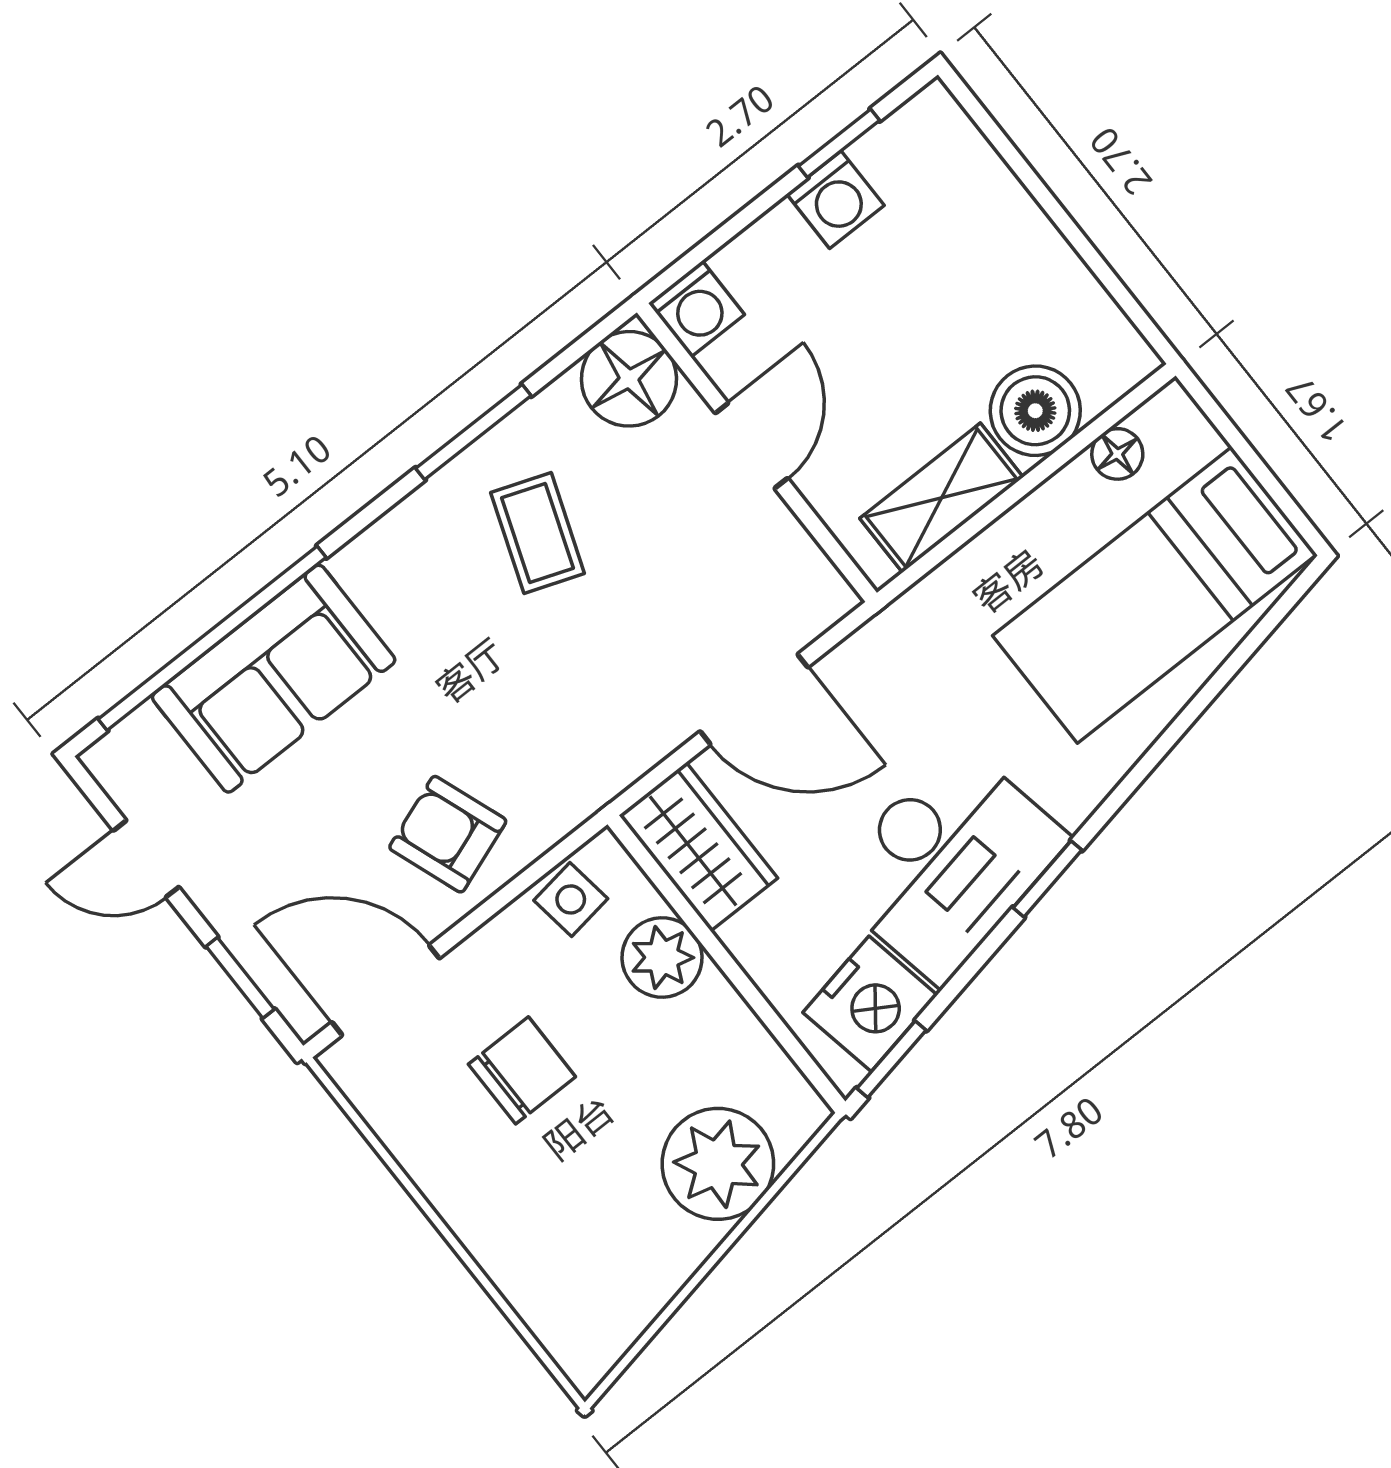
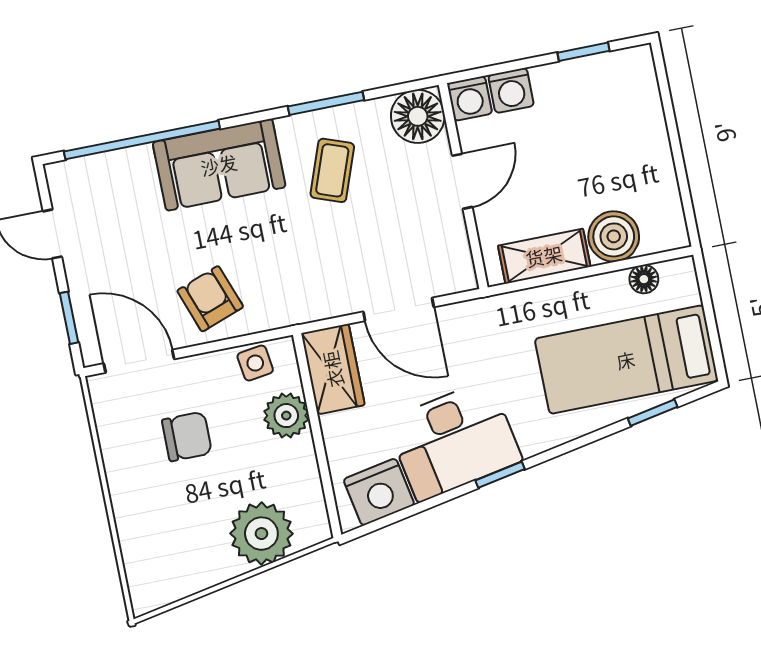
washing machine: (835, 200) -> (511, 90), moved
sofa: (274, 679) -> (219, 165), moved
window: (892, 1059) -> (653, 413), moved

